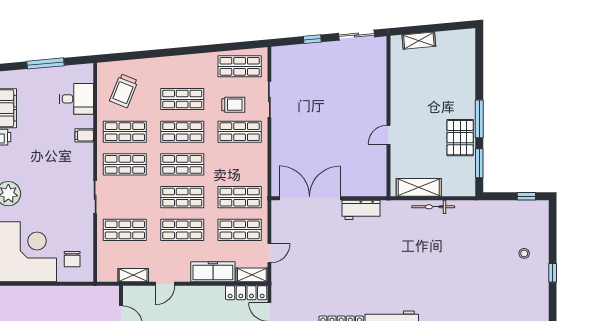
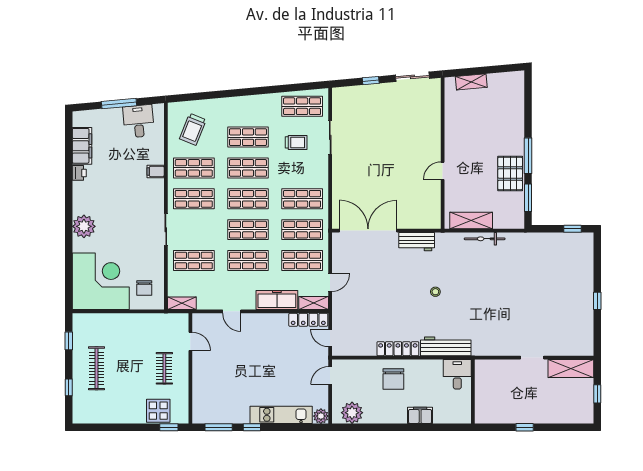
desk: (77, 99) -> (139, 121), moved, turned -95
shop shelf: (240, 132) -> (302, 199), moved
stool: (524, 253) -> (435, 292), moved
shelving: (133, 275) -> (182, 303), moved
door: (165, 284) -> (232, 311), hinge flipped

